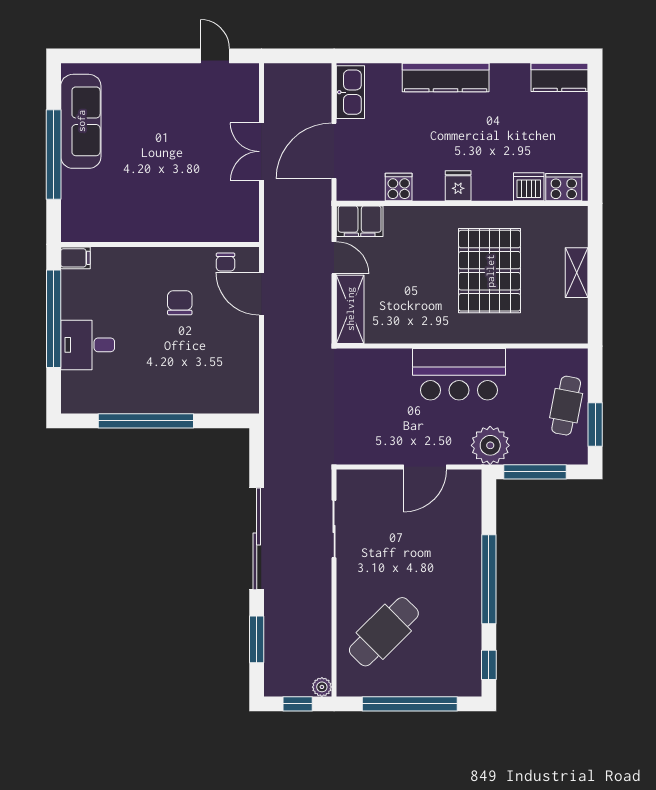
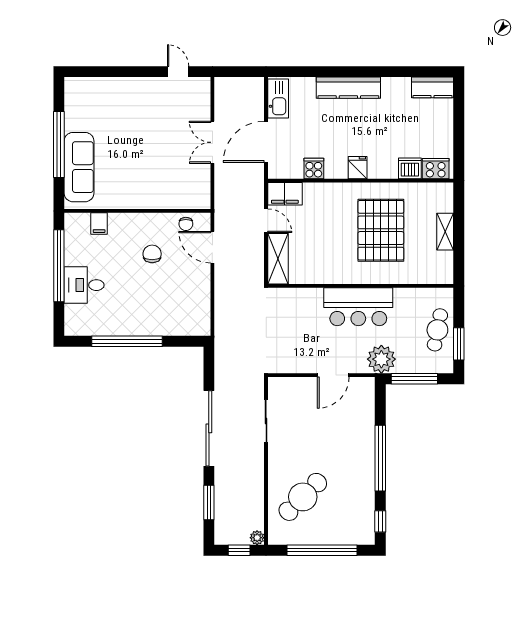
sofa: (81, 121) -> (79, 167), moved
filing cabinet: (75, 258) -> (99, 223), moved, turned 90

